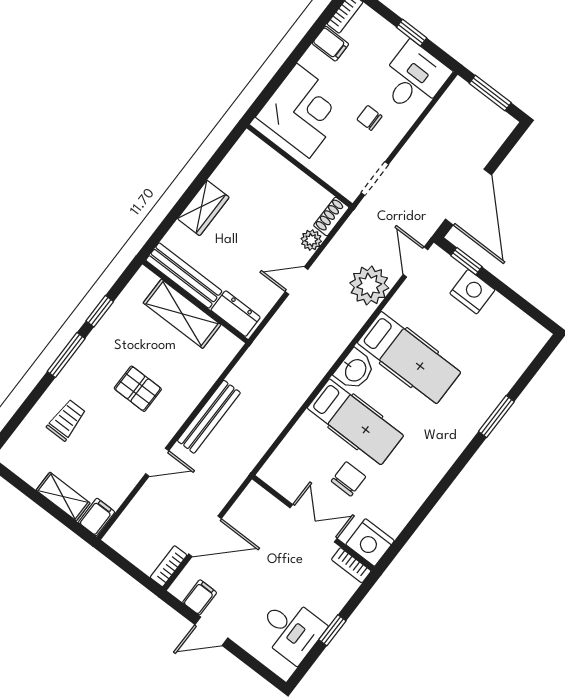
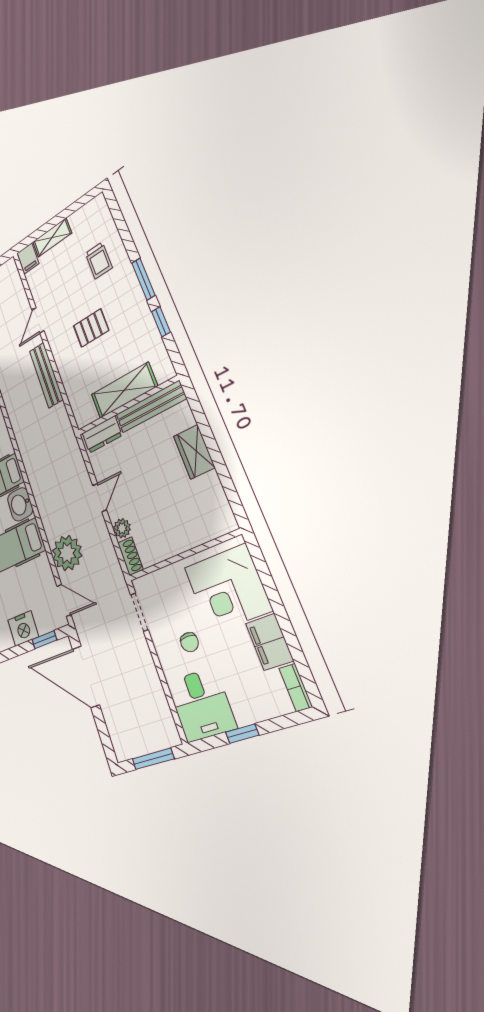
filing cabinet: (330, 44) -> (269, 642), width x2.00
chair: (369, 118) -> (189, 642), turned 90

